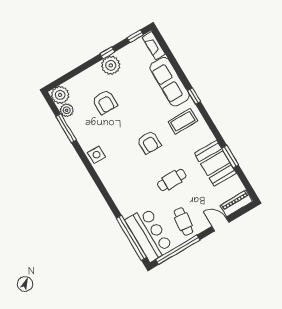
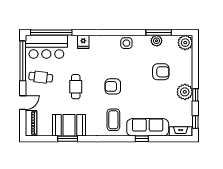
window: (194, 96) -> (142, 139), moved
armchair: (105, 102) -> (161, 72), turned 180
plant: (67, 110) -> (157, 41), moved
fridge: (121, 200) -> (83, 42), added

